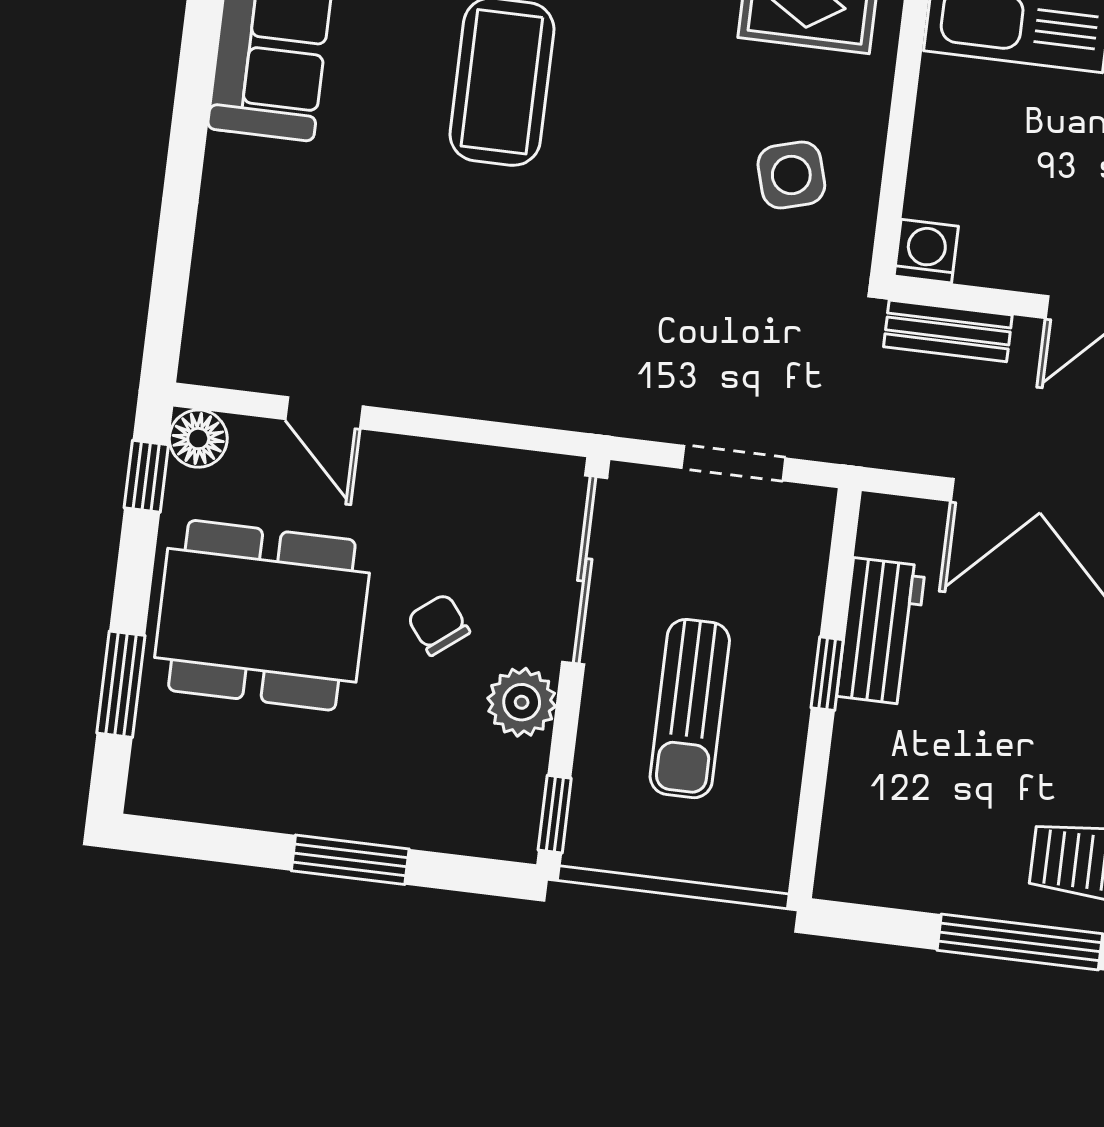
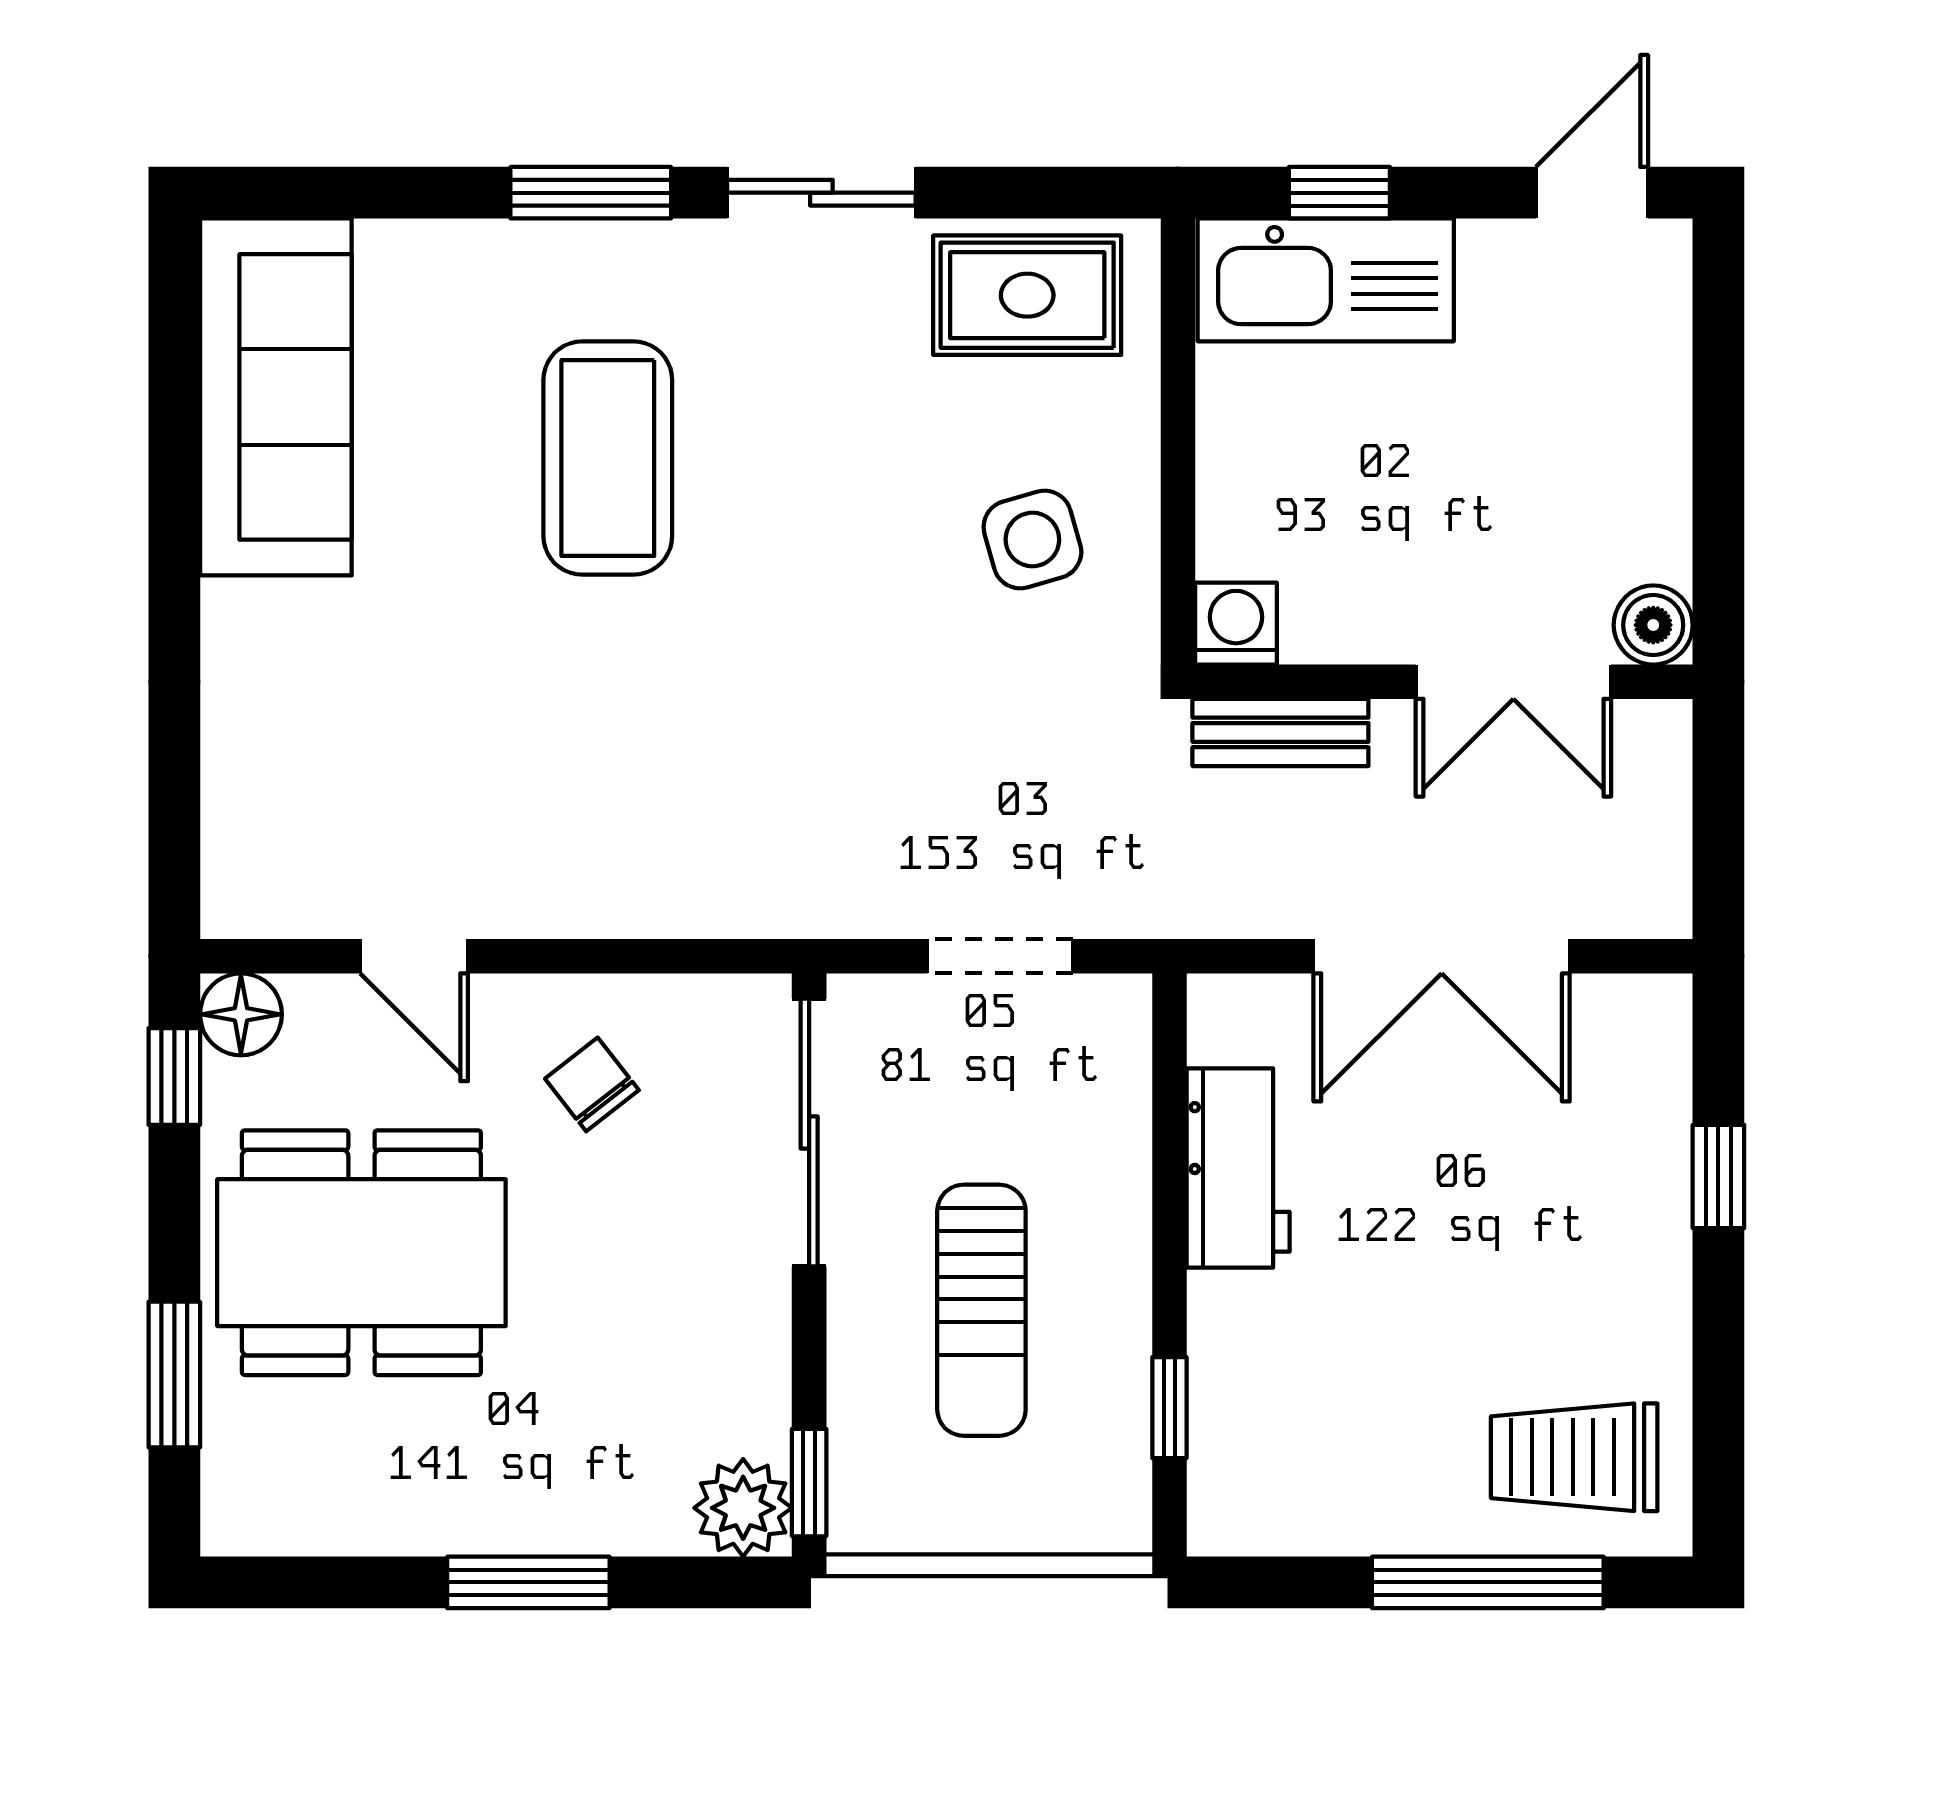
chair: (439, 624) -> (592, 1084), moved
window: (827, 674) -> (1169, 1408), moved
plant: (522, 702) -> (743, 1508), moved

